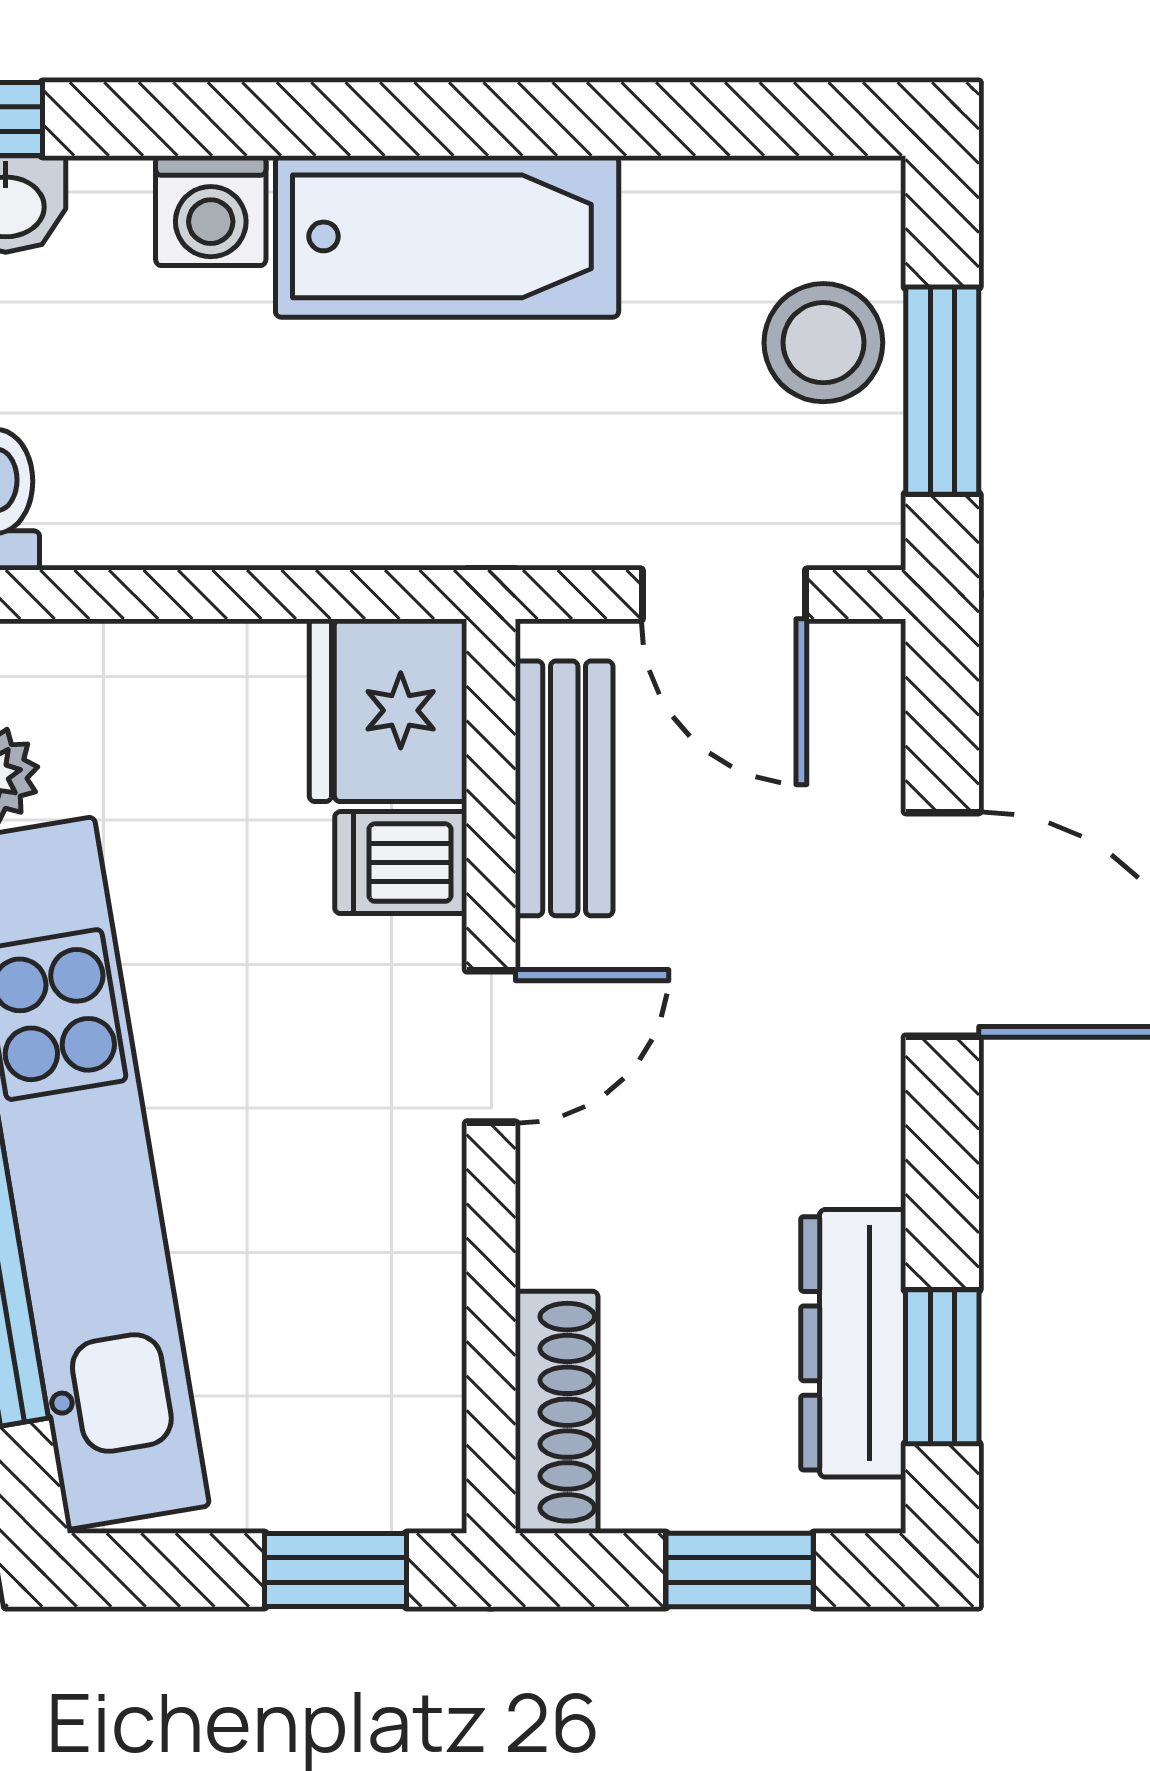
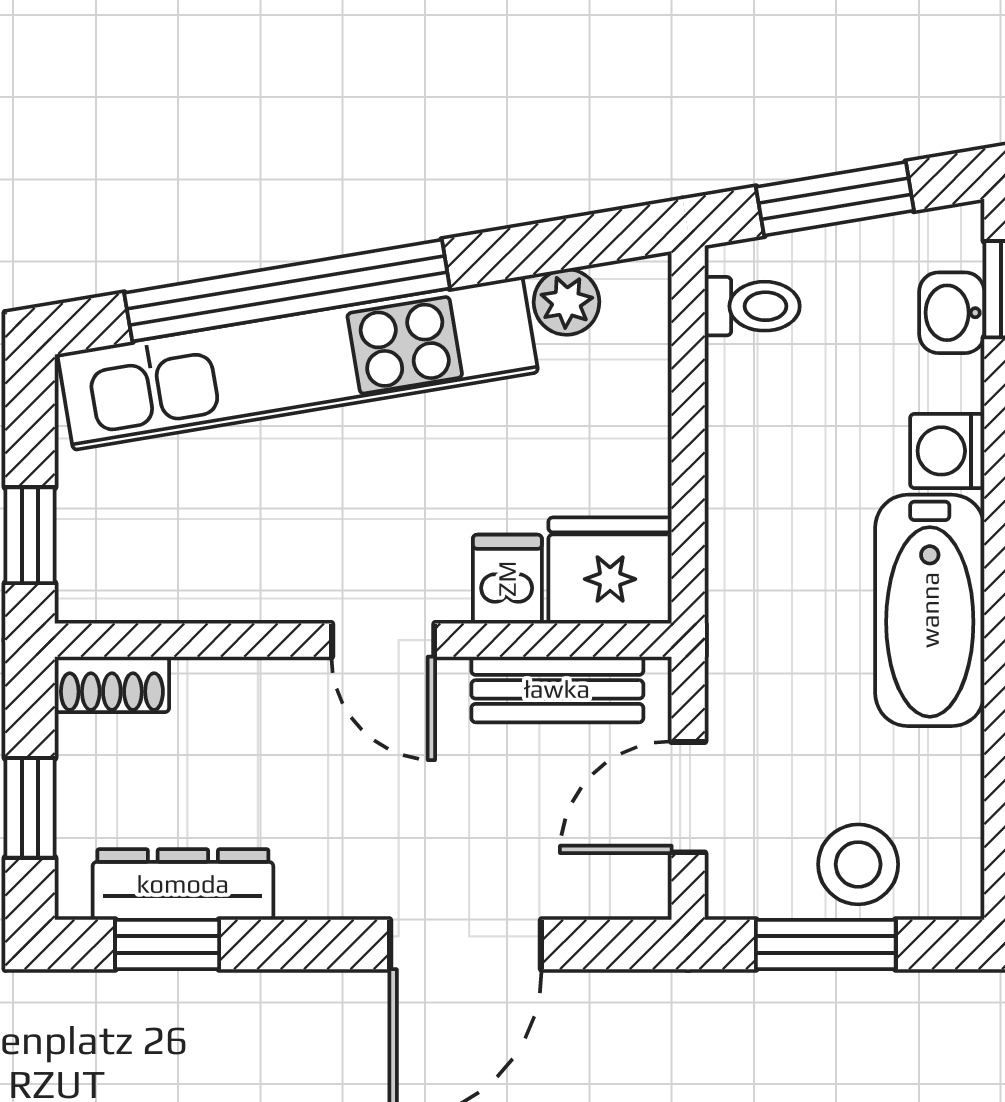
shoe rack: (557, 1412) -> (112, 684), width x0.70

